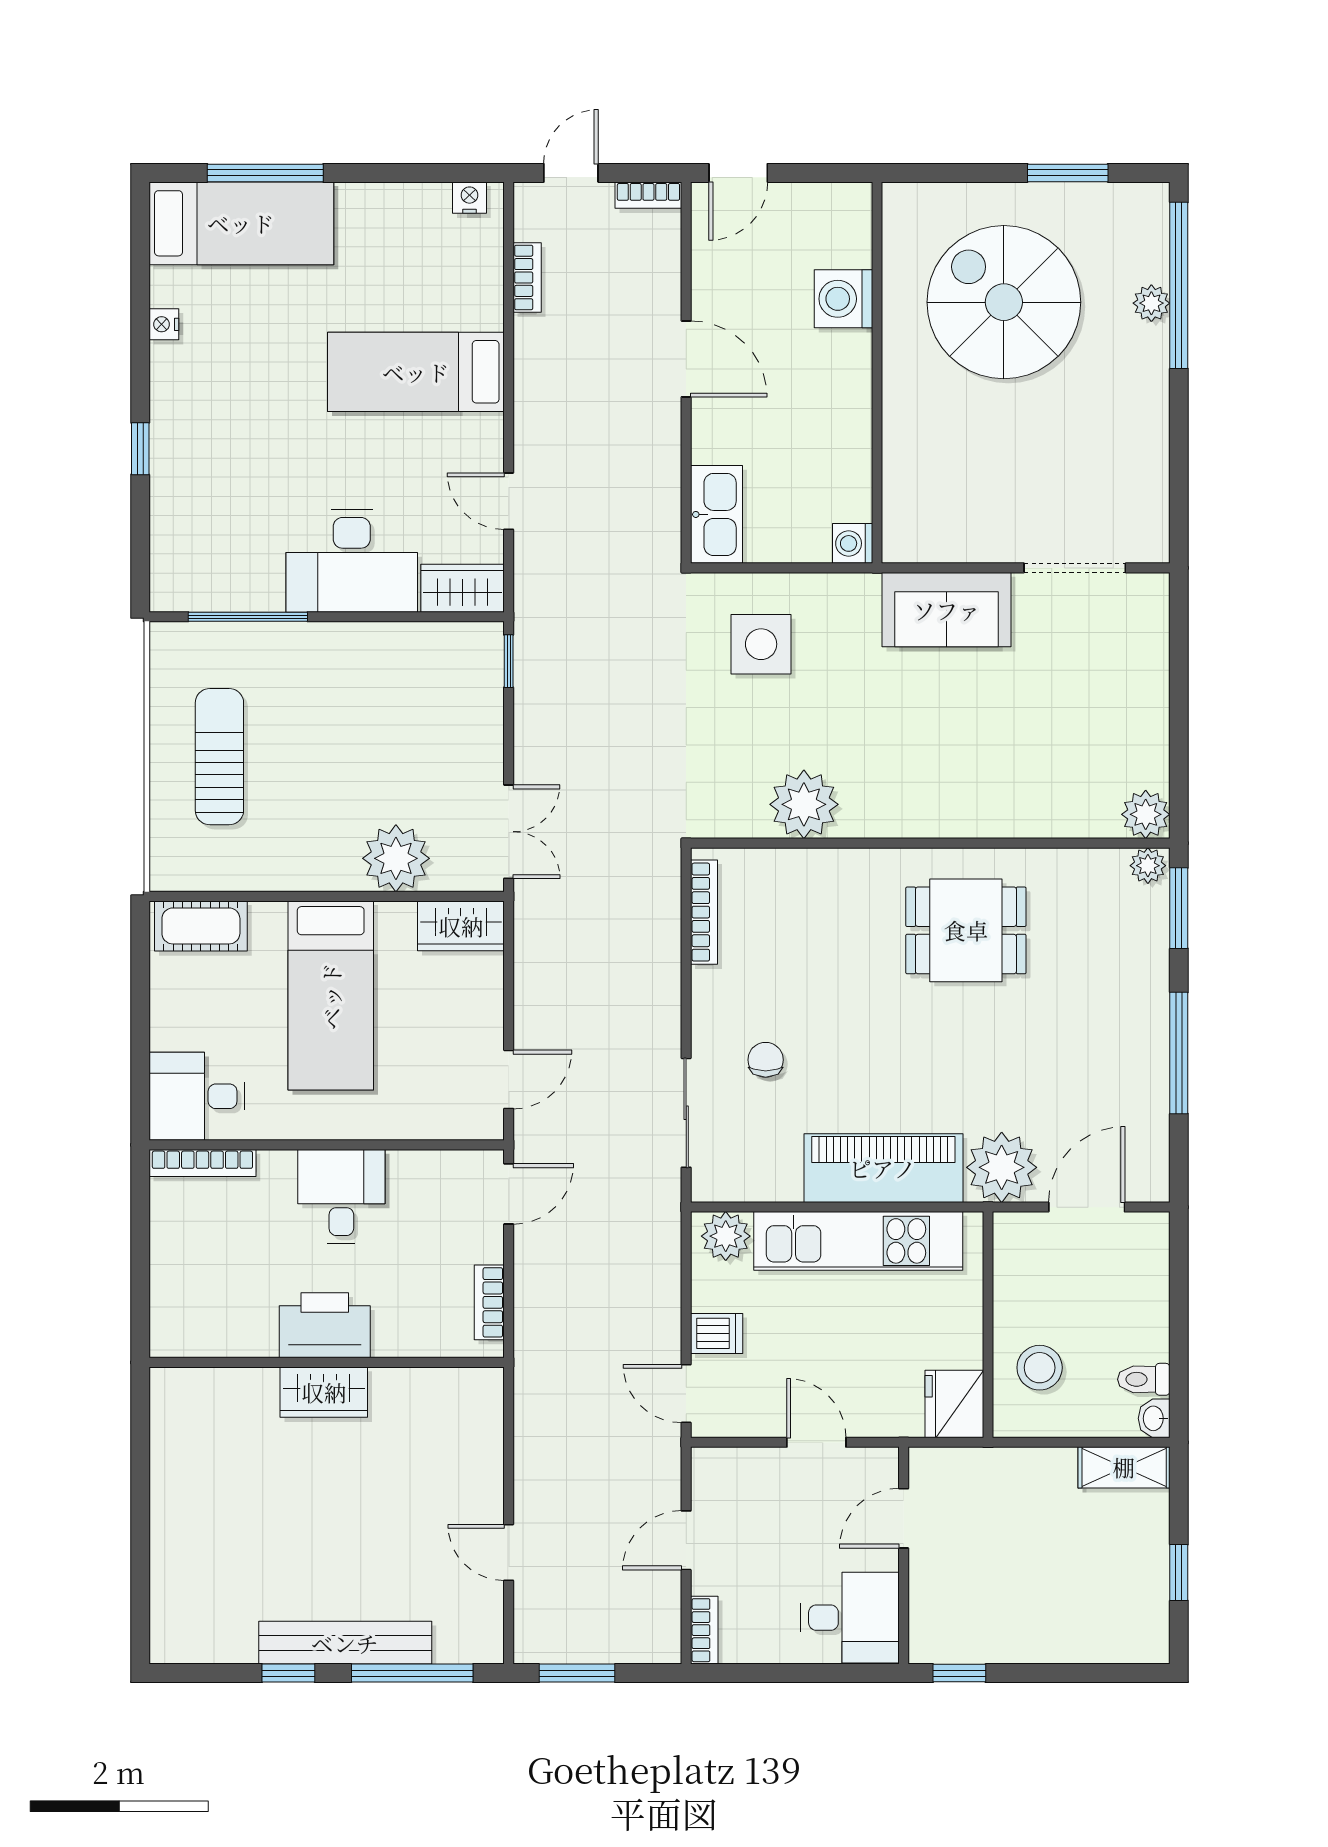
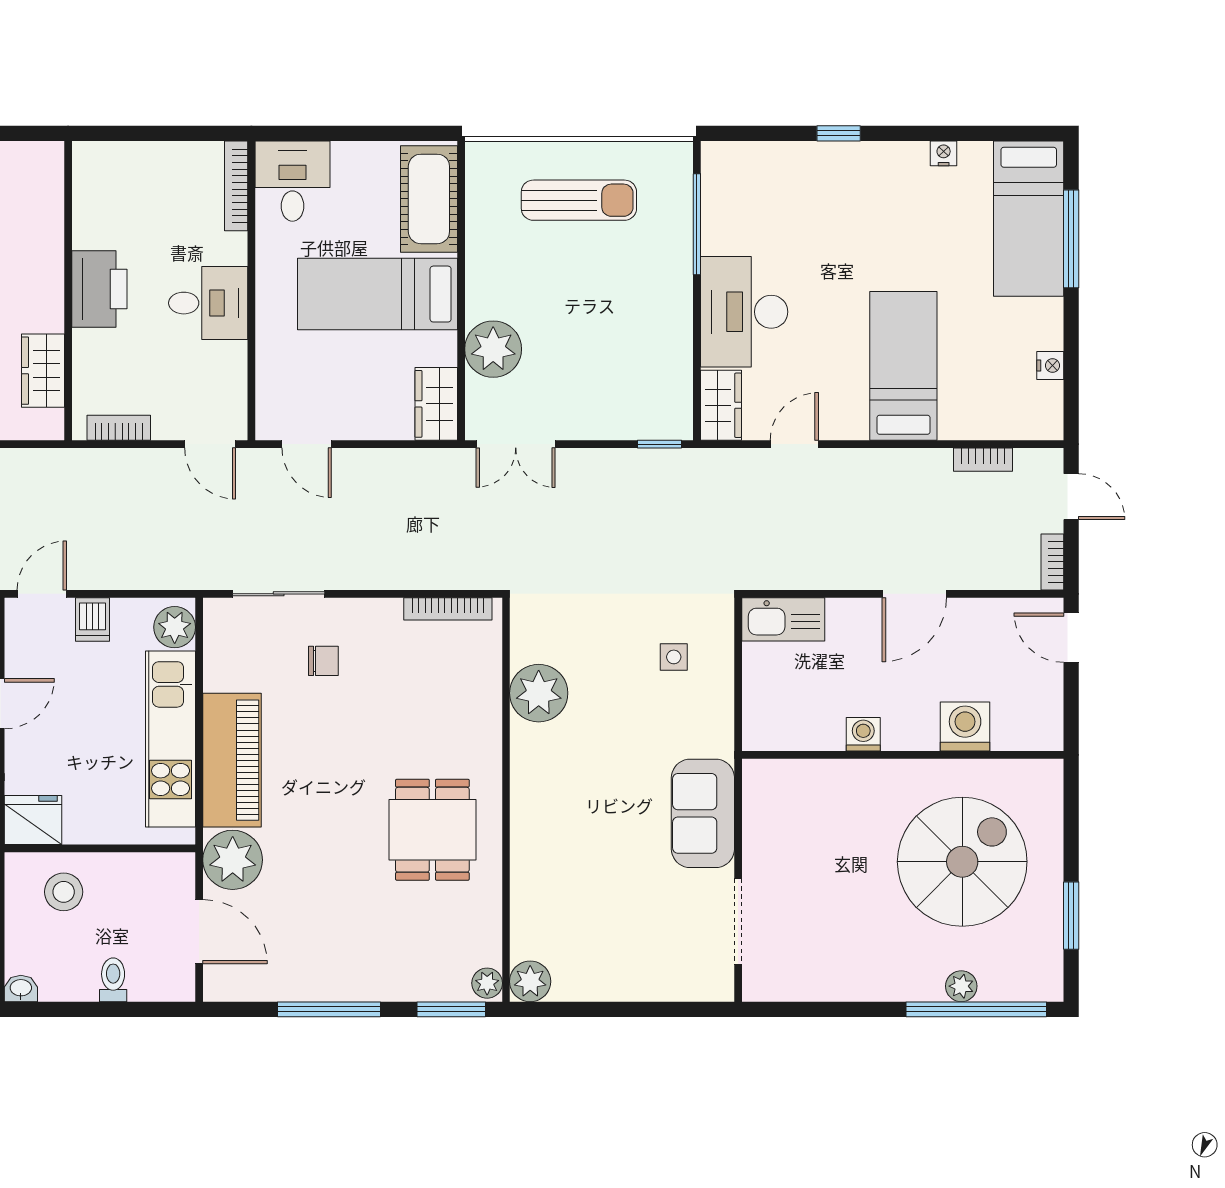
nightstand: (469, 198) -> (1050, 366), moved
washing machine: (853, 543) -> (863, 734), moved
side table: (761, 644) -> (674, 657), width x0.54, depth x0.54
cot: (201, 926) -> (429, 199), width x1.37, depth x1.34
toilet: (1144, 1379) -> (113, 980), moved
wardrobe: (324, 1392) -> (43, 371), moved

